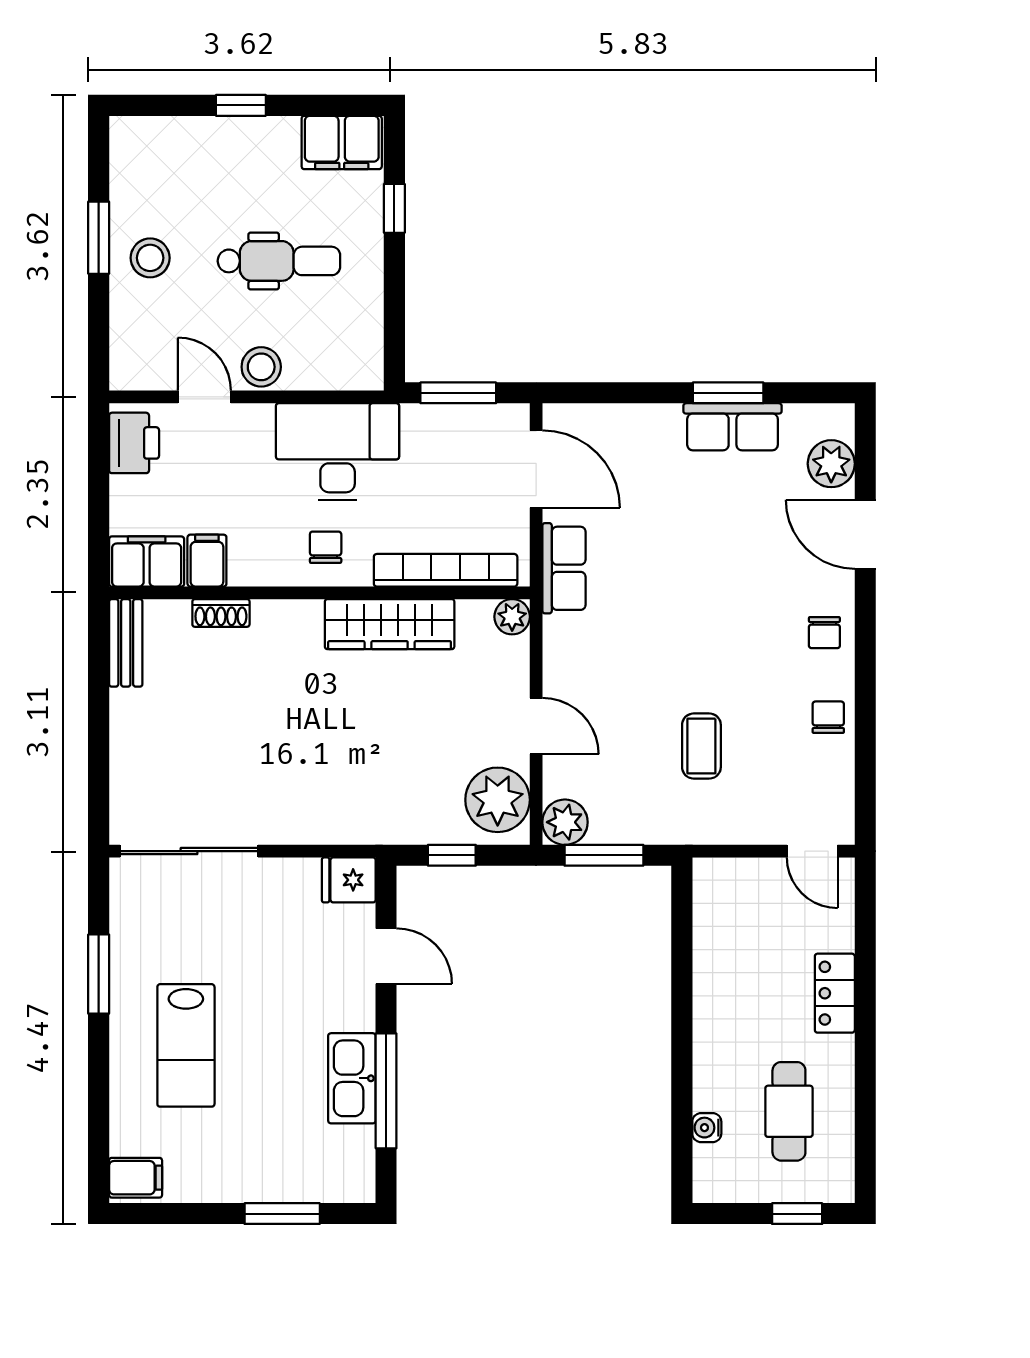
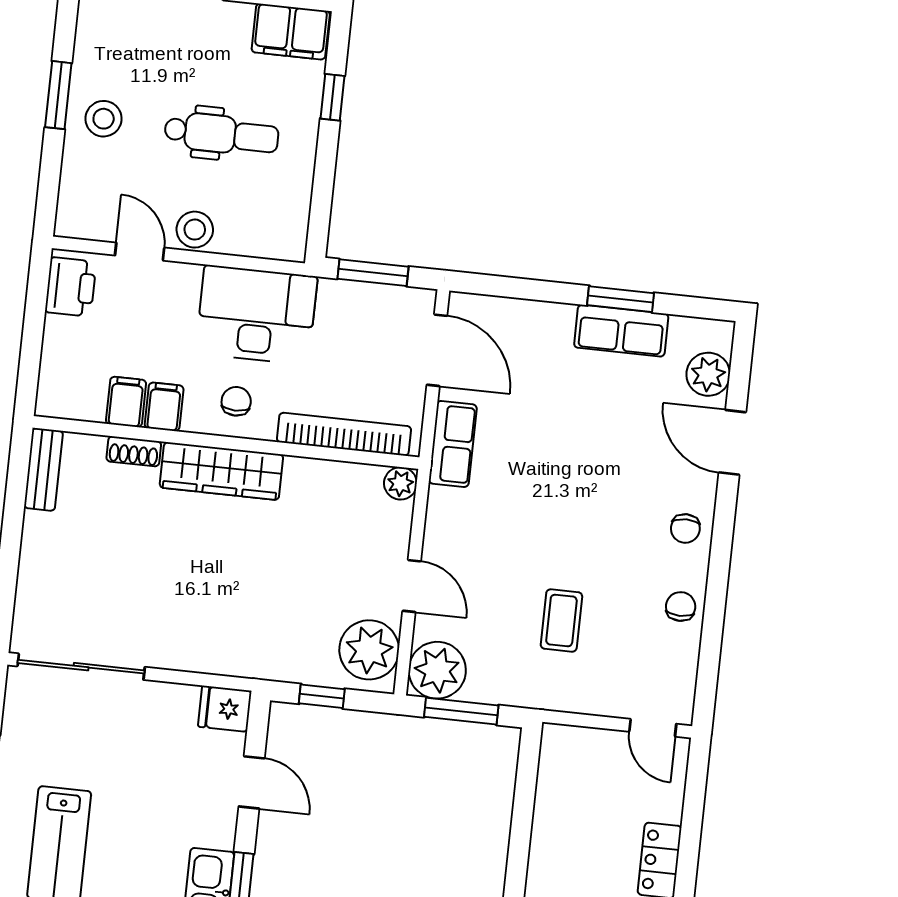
filing cabinet: (147, 562) -> (164, 407), moved, width x0.50
wardrobe: (390, 624) -> (221, 471), moved
plant: (565, 822) -> (437, 670), width x1.36, depth x1.36

